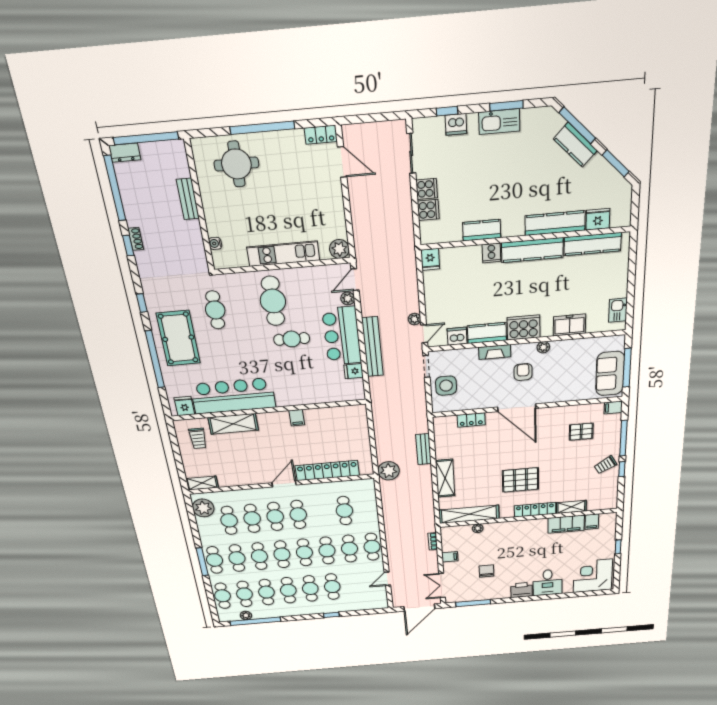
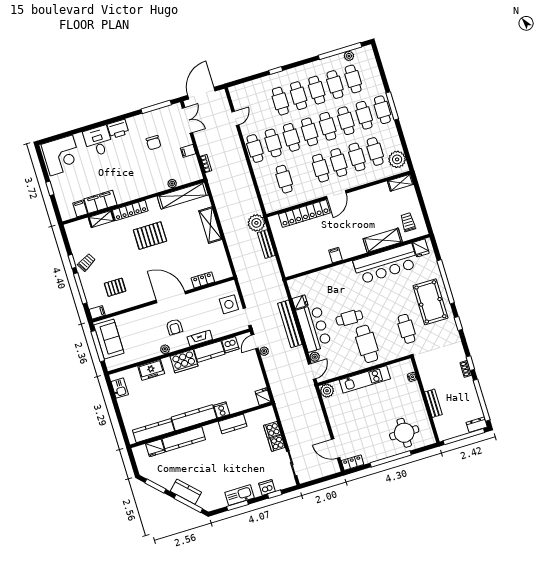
bench: (424, 449) -> (266, 244), moved
cafe table: (223, 596) -> (371, 74), removed

